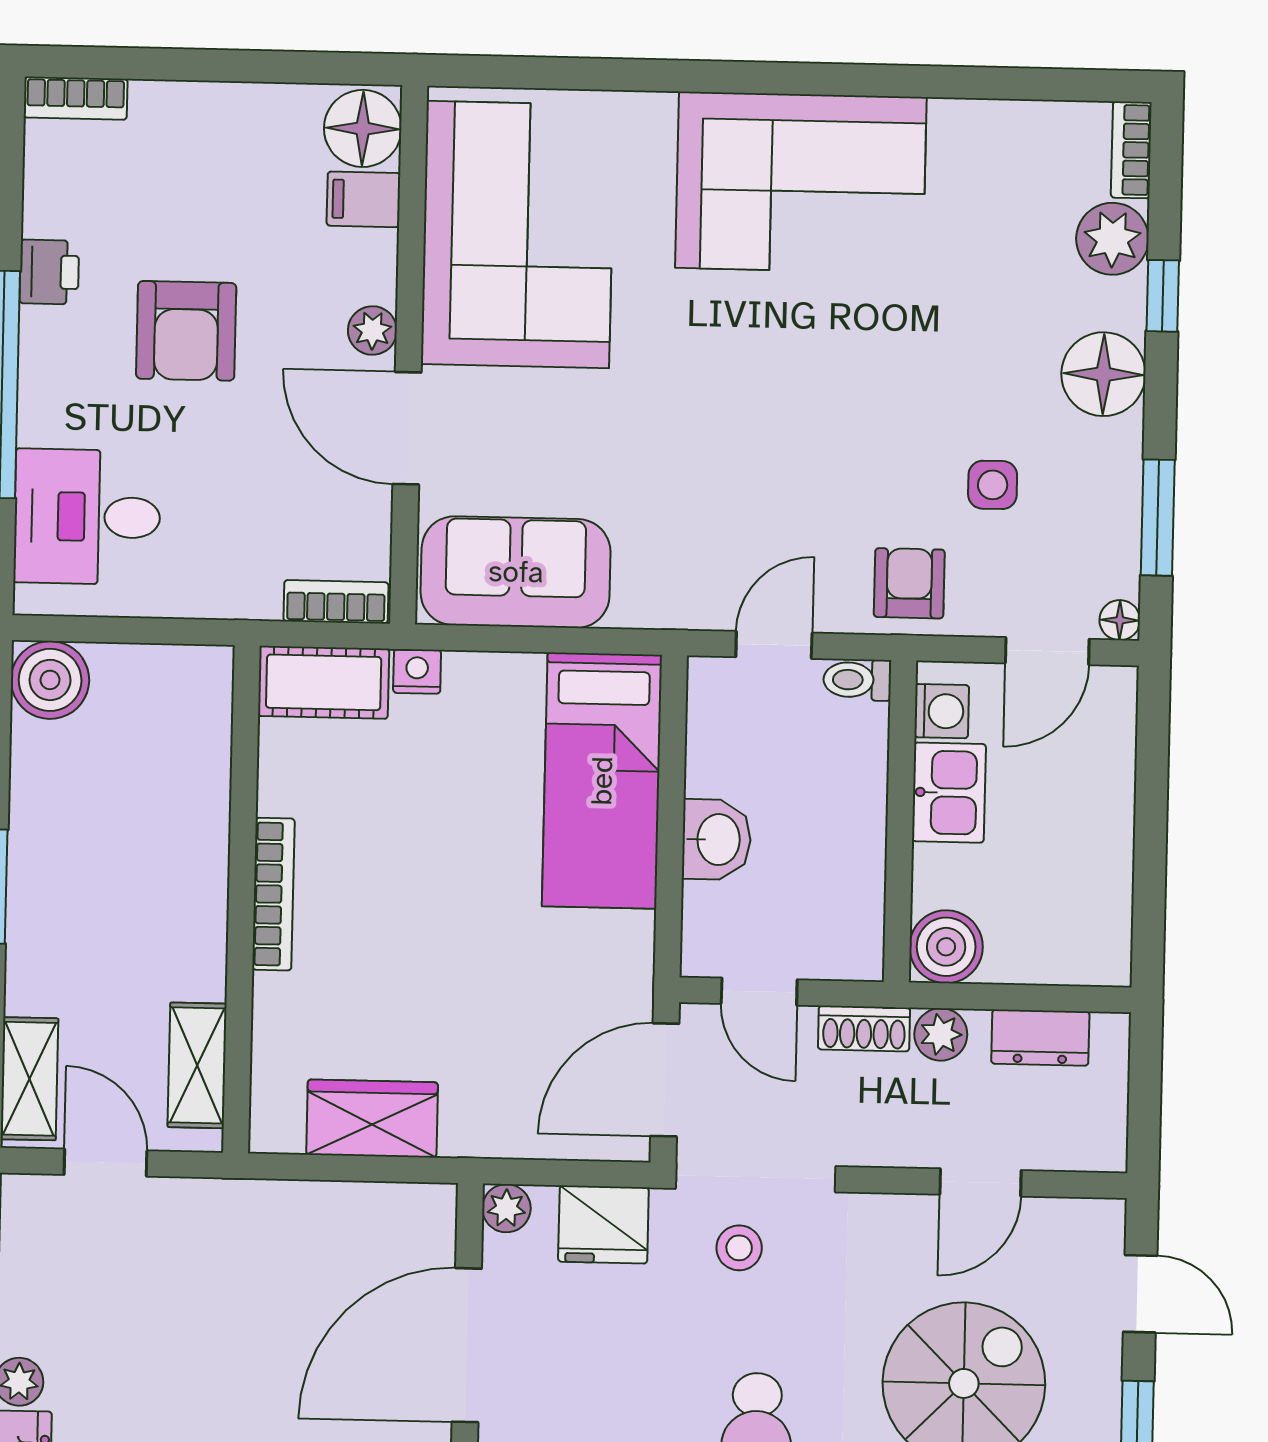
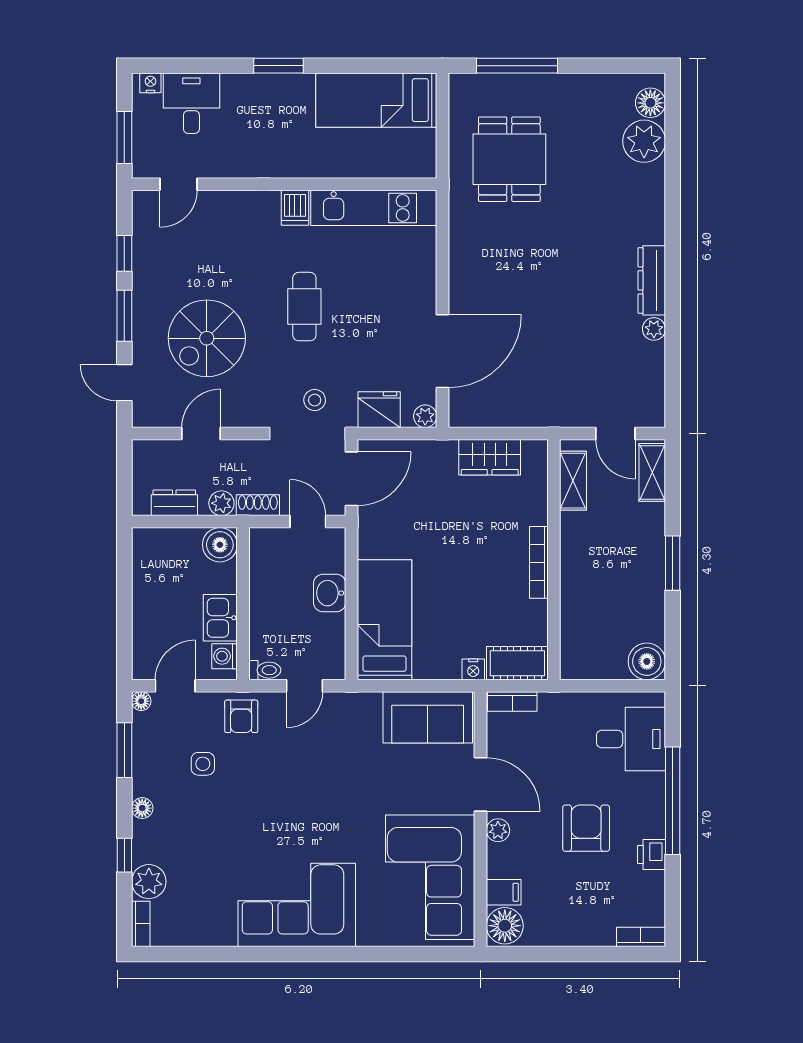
floor lamp: (1103, 374) -> (142, 808), width x0.53, depth x0.53

